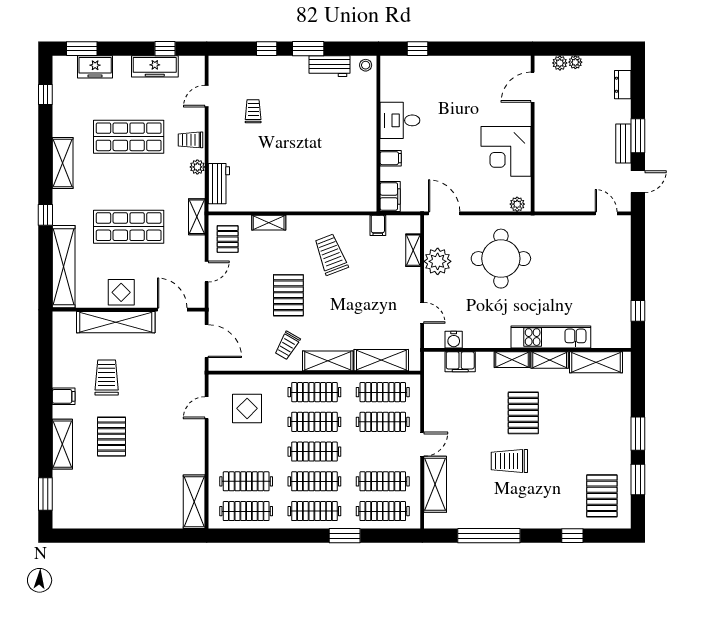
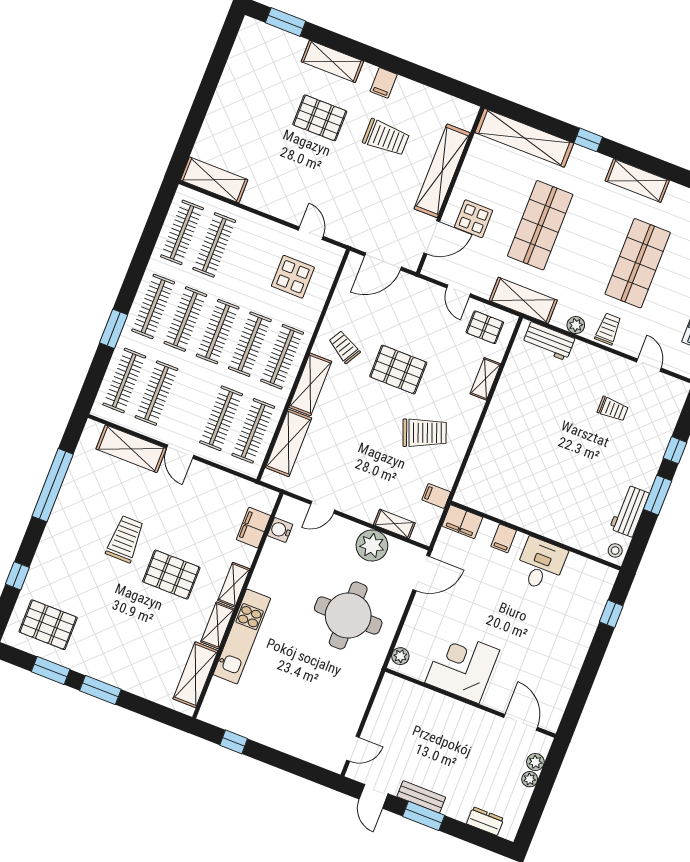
shelving: (197, 217) -> (523, 300), width x1.50, depth x1.33
display table: (121, 292) -> (474, 219), moved

